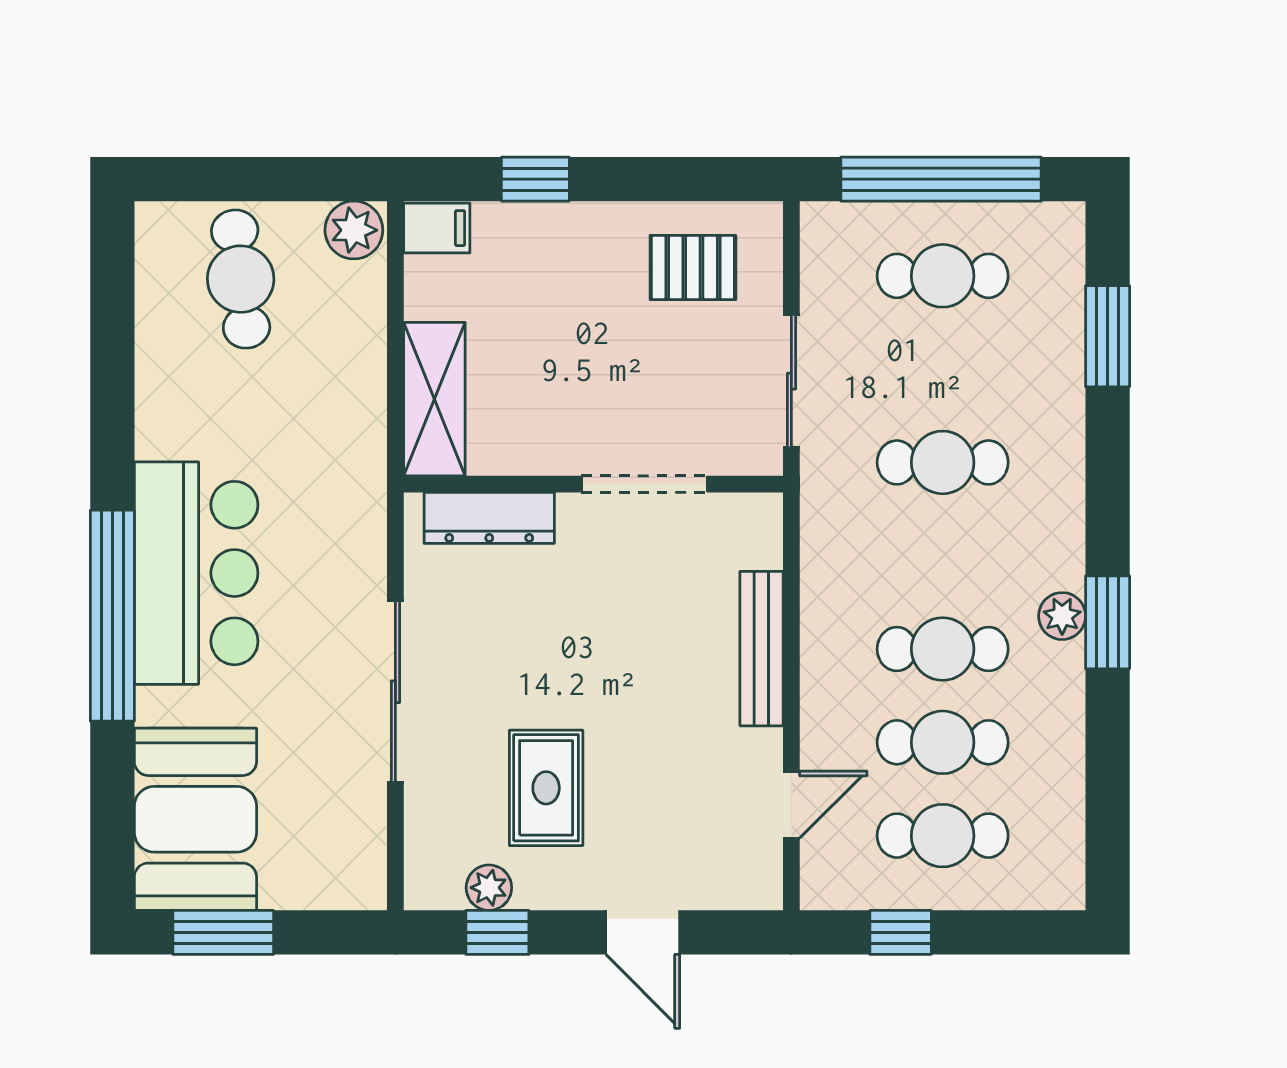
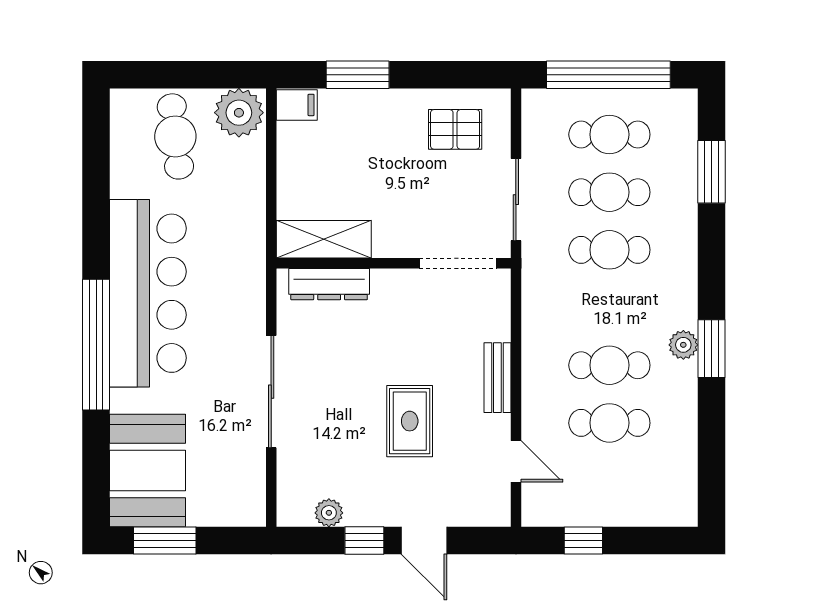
window: (535, 179) -> (358, 75), width x1.50
plant: (354, 230) -> (239, 113), width x1.36, depth x1.36
shelving: (434, 399) -> (324, 239), moved, turned 90
doorway: (644, 484) -> (458, 263), moved
bar counter: (196, 573) -> (148, 293), width x1.36
bench: (762, 649) -> (497, 378), width x0.73
rug: (546, 788) -> (410, 421), moved
door: (791, 805) -> (516, 461), hinge flipped
cafe table: (943, 836) -> (609, 192), moved
window: (497, 932) -> (364, 540), moved

